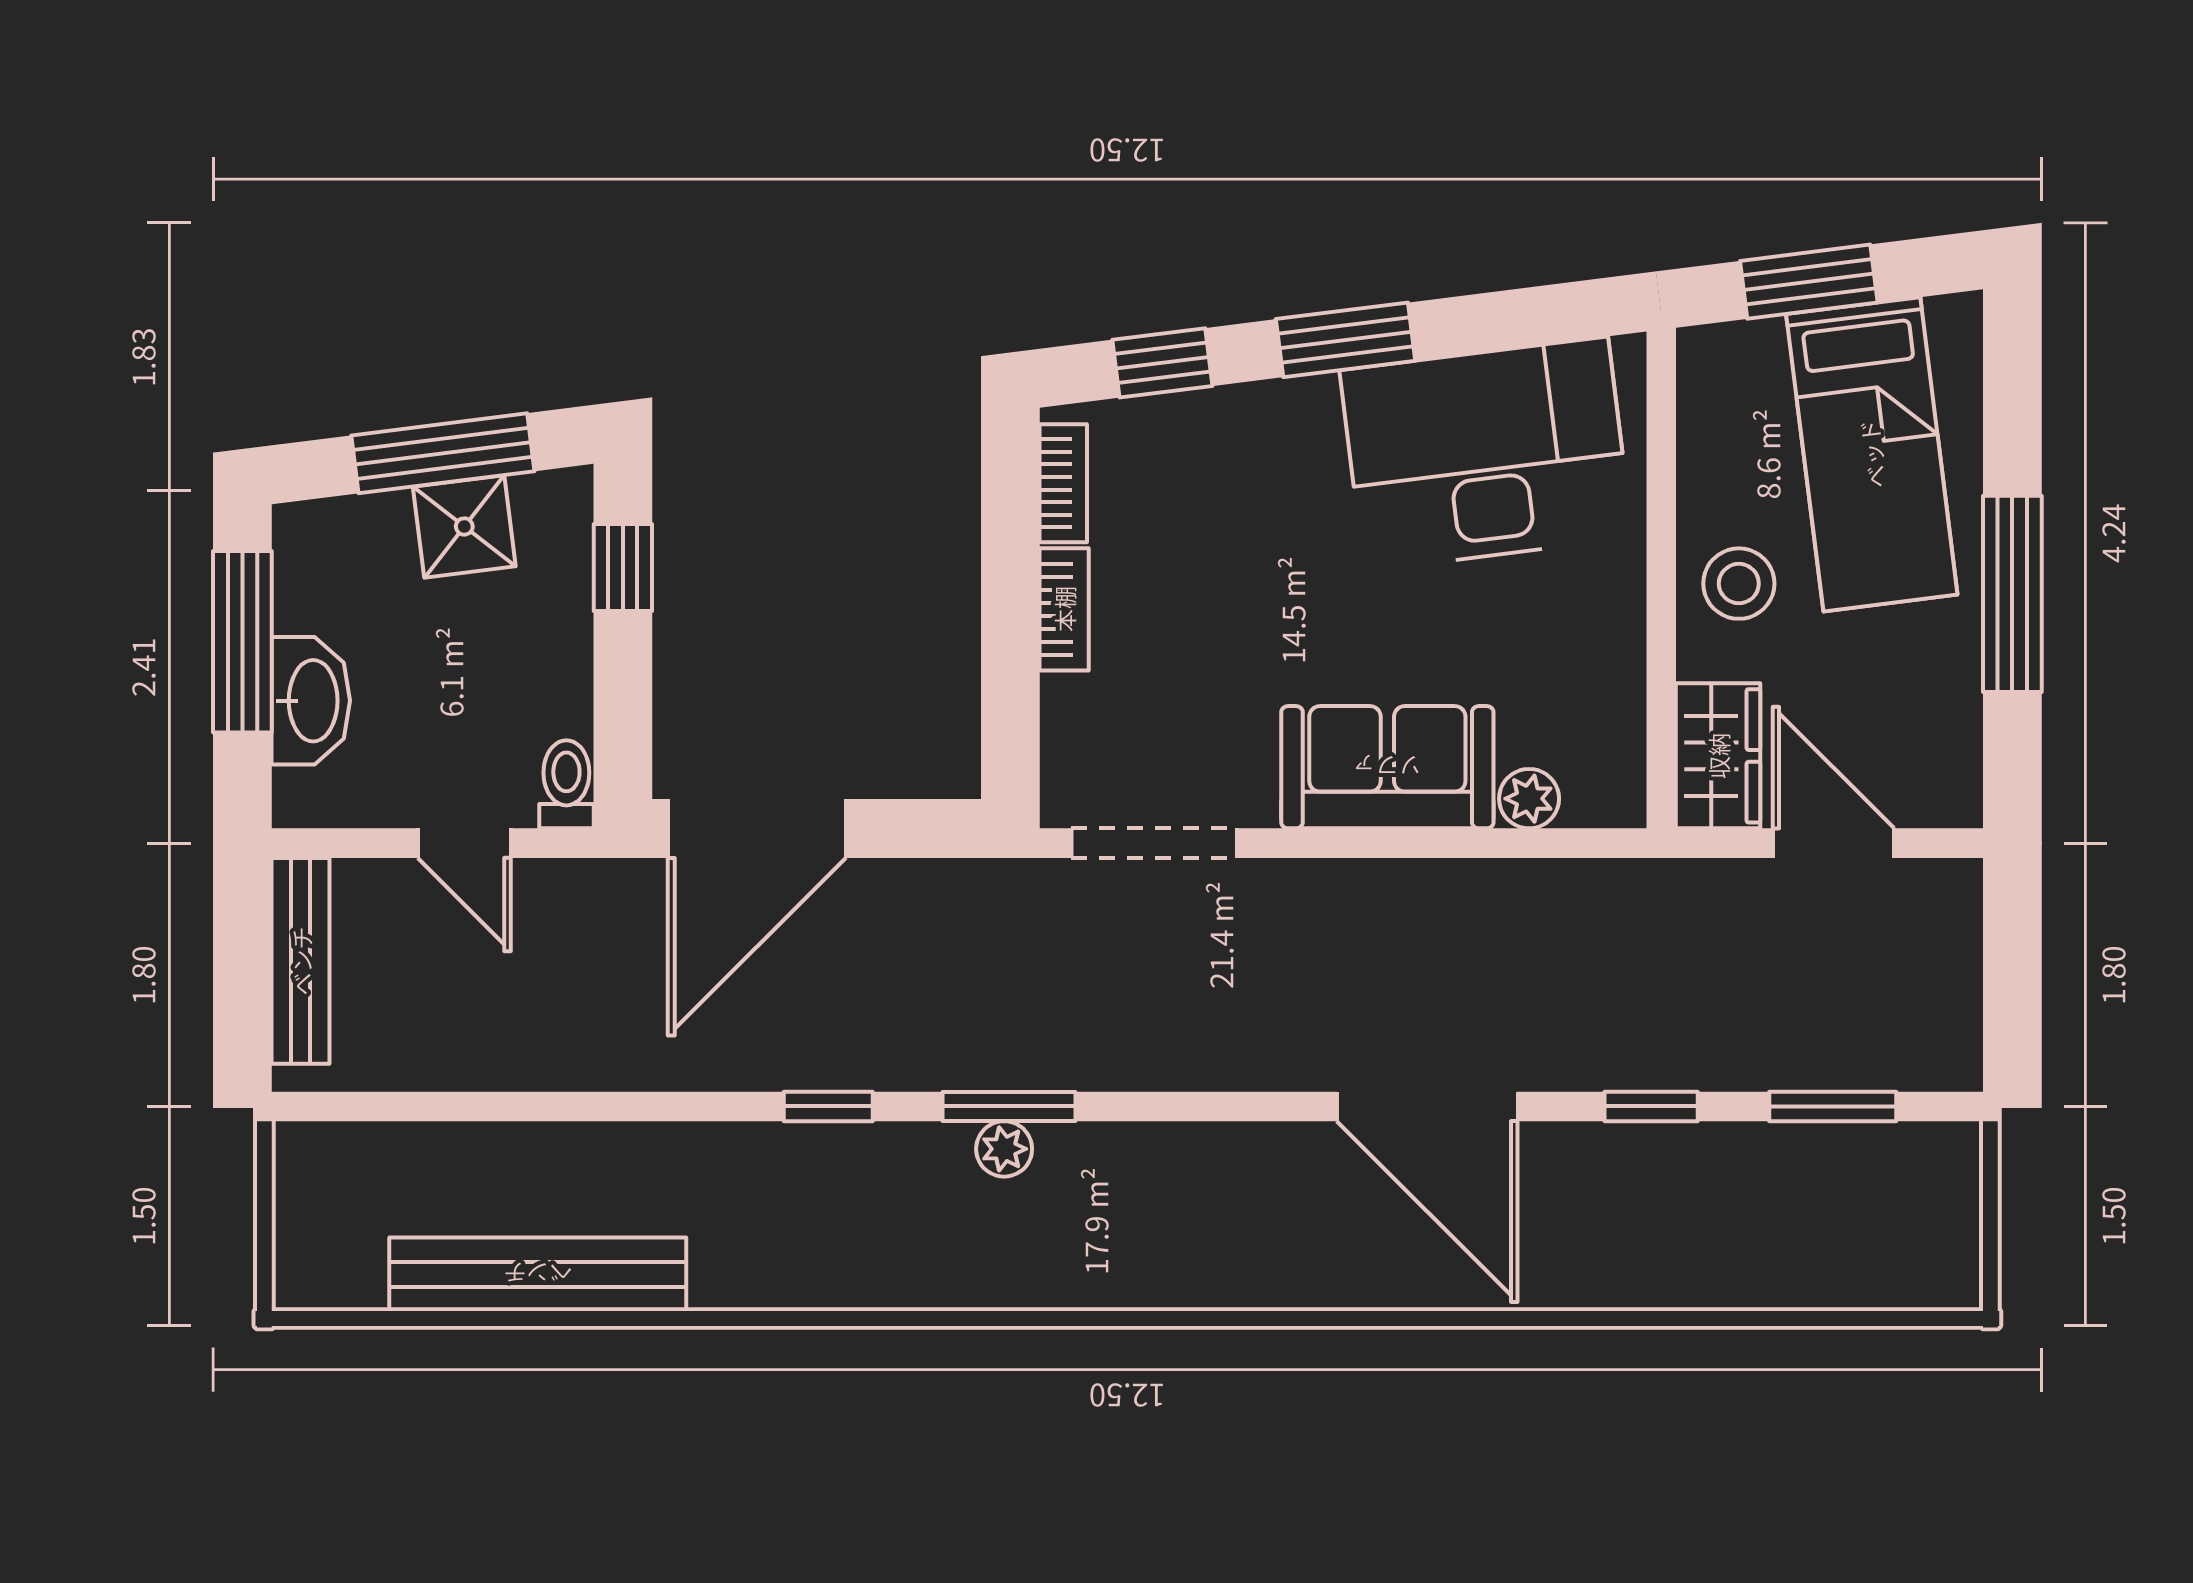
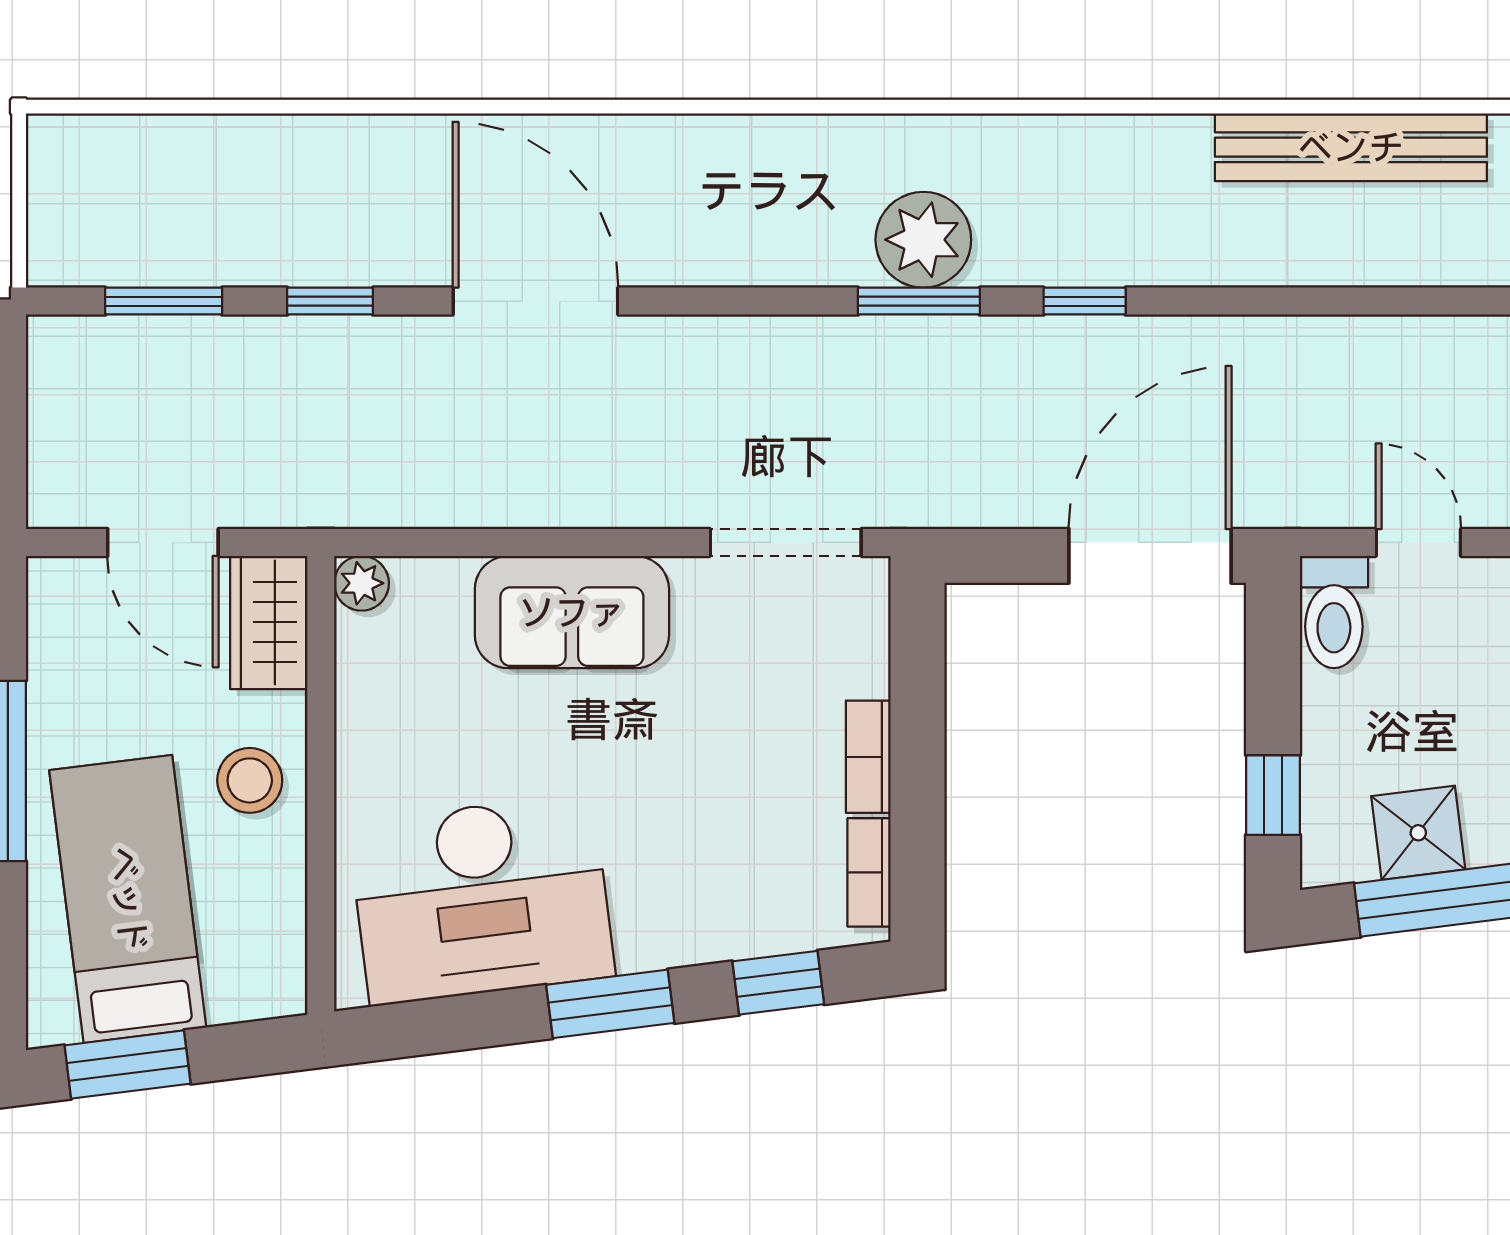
window: (1809, 282) -> (128, 1065), moved
toilet: (566, 784) -> (1334, 612), width x1.37, depth x1.39
plant: (1529, 799) -> (362, 583), moved
plant: (1004, 1149) -> (923, 240), width x1.87, depth x1.87

